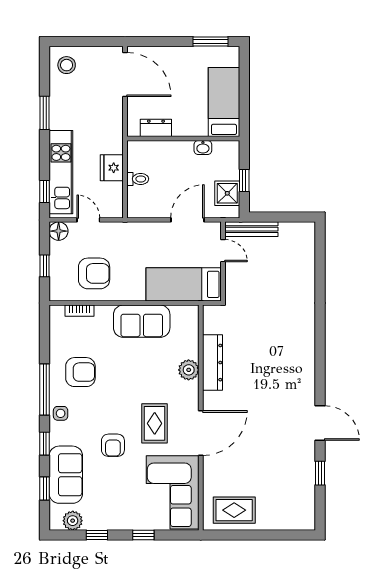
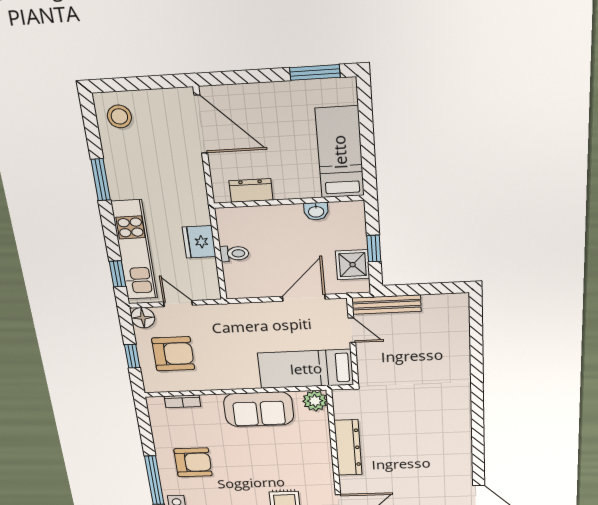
armchair: (94, 273) -> (173, 354), moved
plant: (189, 370) -> (315, 401), moved

